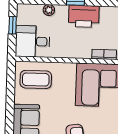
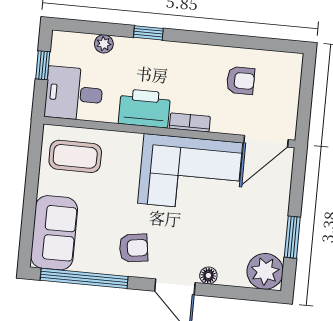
printer: (84, 16) -> (144, 108), moved, turned 180

